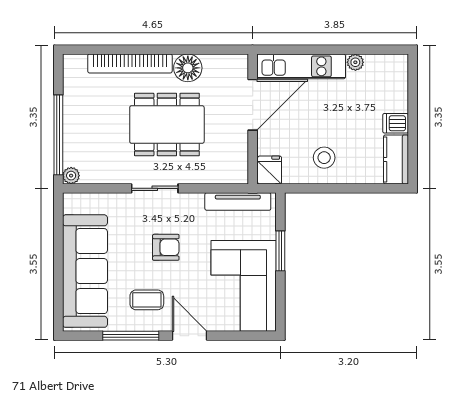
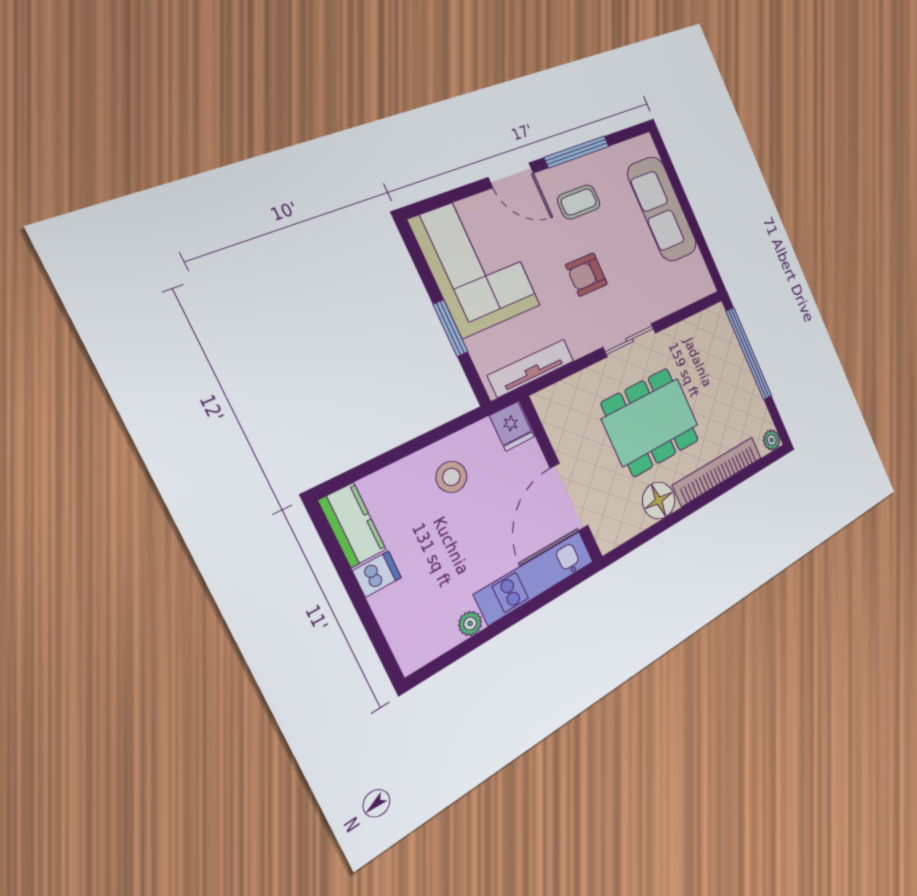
plant: (71, 176) -> (772, 440), moved
sofa: (85, 271) -> (662, 209), width x0.74, depth x0.79

